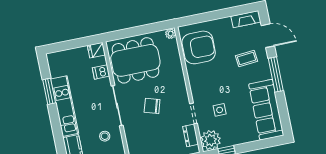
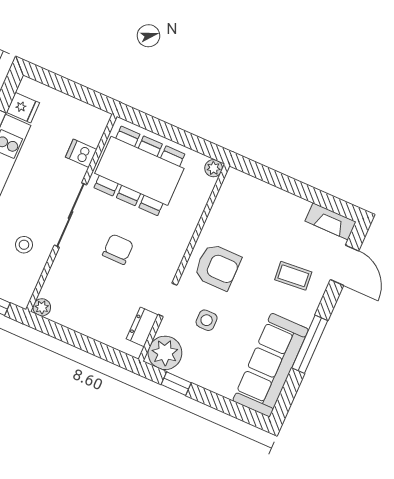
armchair: (199, 47) -> (217, 267), moved, width x0.73, depth x0.73
fridge: (96, 50) -> (23, 108), moved, turned 180
window: (276, 75) -> (310, 344), moved
chair: (152, 106) -> (118, 249), turned 73

